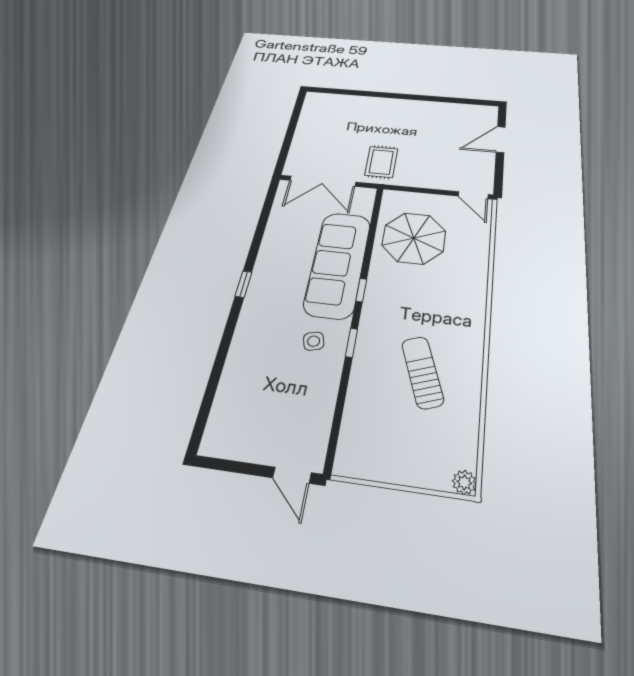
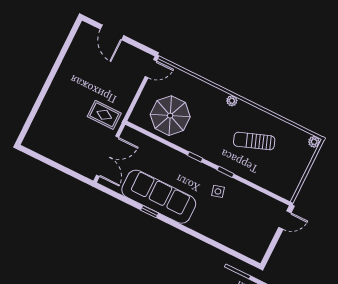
sofa: (338, 264) -> (159, 197), moved, turned 180
window: (243, 284) -> (150, 212), moved
plant: (476, 316) -> (232, 101), added

